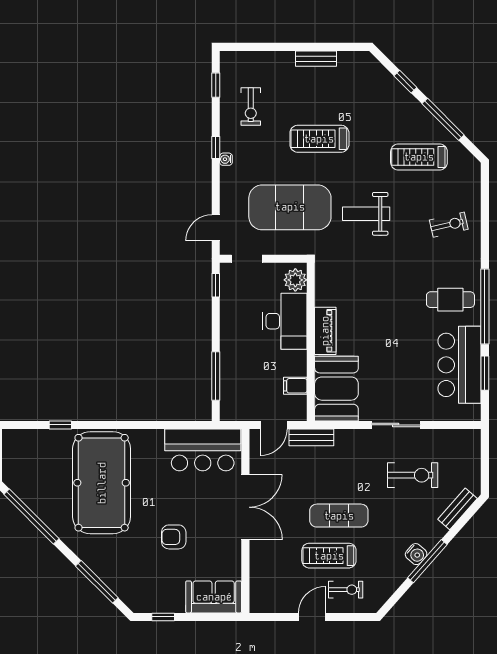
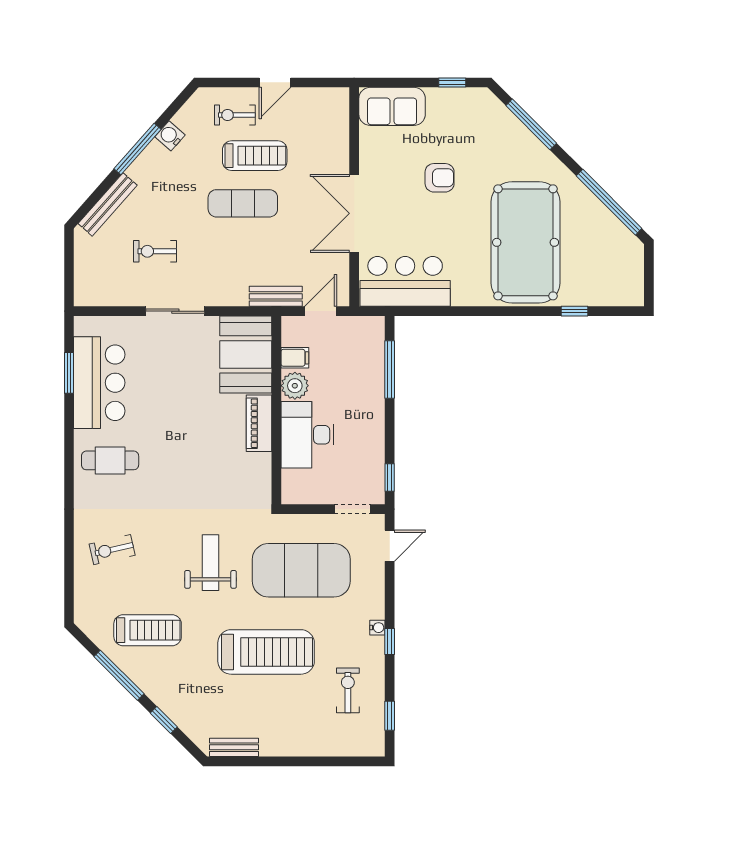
bench: (316, 59) -> (234, 747), moved
treadmill: (319, 139) -> (266, 652), width x1.37, depth x1.38
weight bench: (366, 214) -> (211, 563), turned -90
plant: (295, 280) -> (295, 386), moved
window: (485, 307) -> (69, 452), removed
exercise bike: (413, 475) -> (155, 251), width x0.73, depth x0.72
bench: (458, 509) -> (108, 204), width x1.36
water cooler: (416, 554) -> (170, 136), moved

